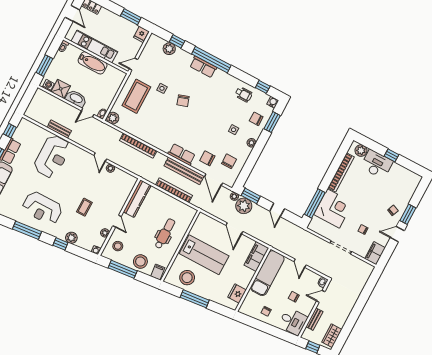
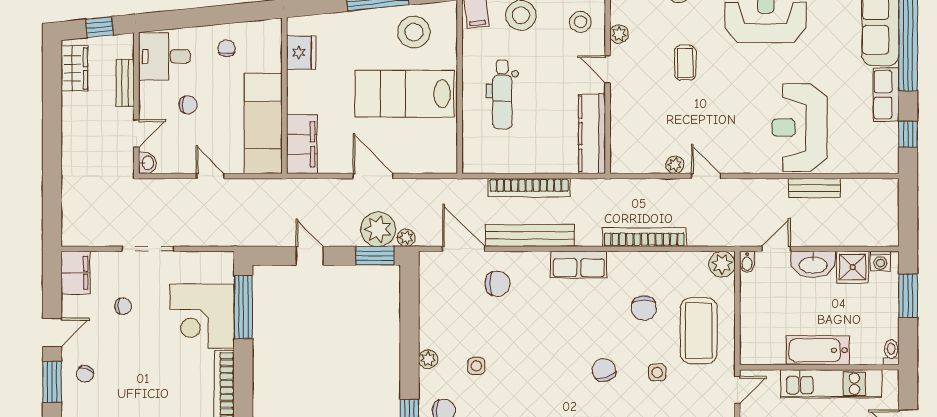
row of seats: (182, 155) -> (579, 265), moved
chair: (229, 161) -> (644, 308), moved

